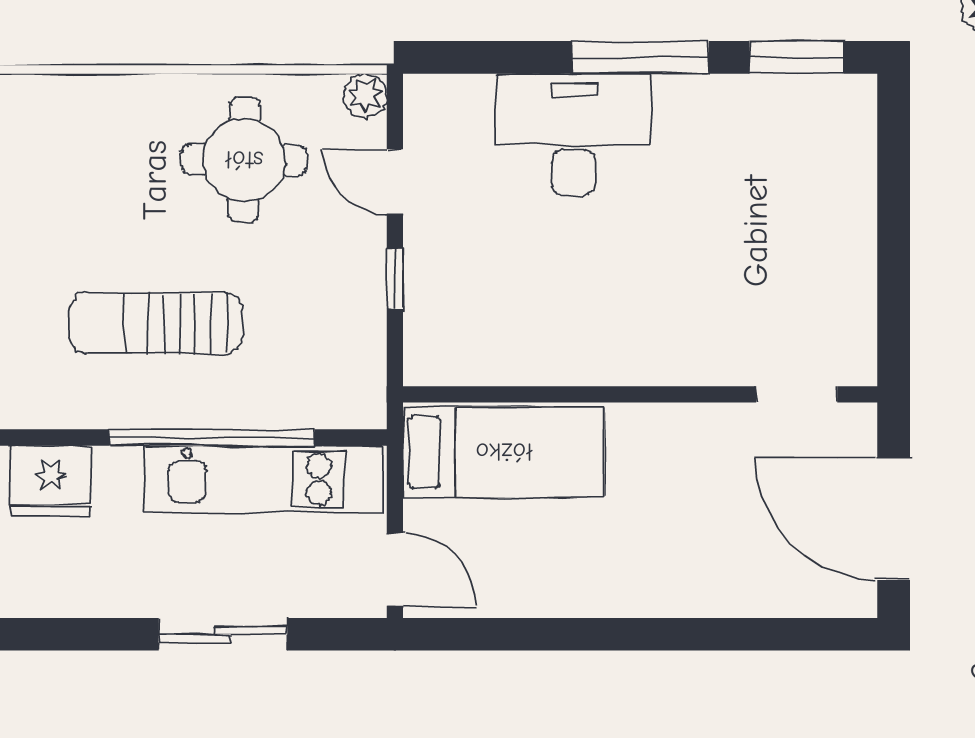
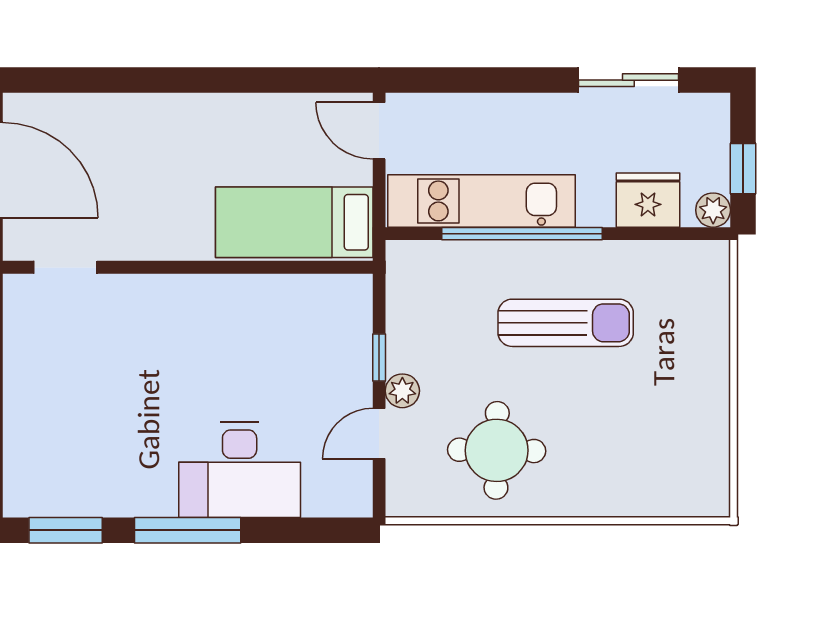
plant: (365, 95) -> (402, 391), moved
door: (395, 181) -> (379, 433), swing flipped
sliding door: (223, 634) -> (628, 80), moved

